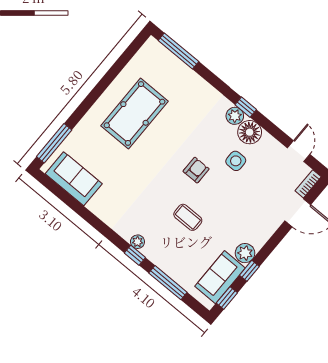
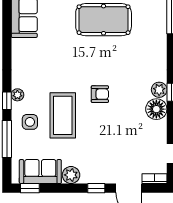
side table: (236, 161) -> (30, 122), moved
coffee table: (188, 217) -> (63, 115), width x1.86, depth x1.72
window: (249, 271) -> (96, 188), moved

